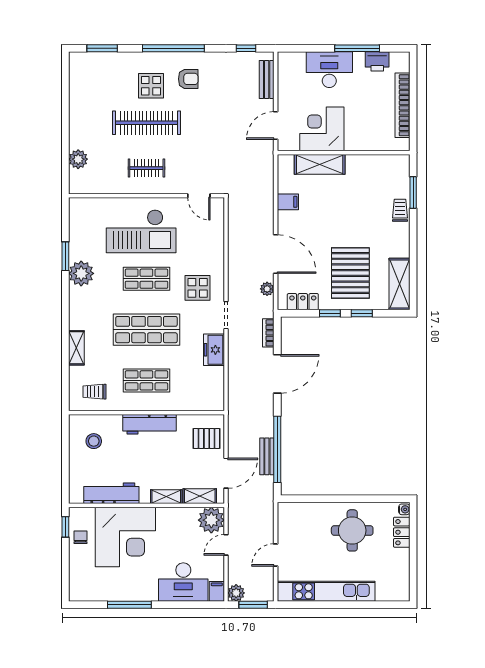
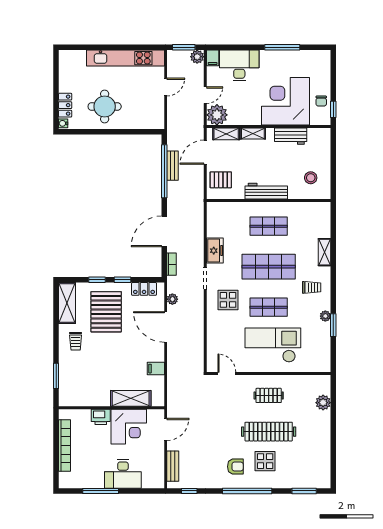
printer: (377, 61) -> (101, 417), moved, turned 180
armchair: (188, 79) -> (235, 467), turned 180
trolley: (400, 210) -> (76, 341), moved
plant: (81, 273) -> (325, 316), width x0.53, depth x0.53
trolley: (95, 392) -> (312, 287), moved
workbench: (111, 493) -> (291, 136), width x0.73

